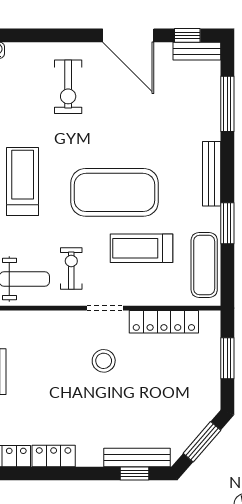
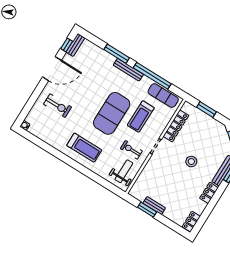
window: (227, 104) -> (117, 54), moved
treadmill: (23, 182) -> (84, 148), turned 180
window: (227, 223) -> (152, 76), width x2.11
stool: (104, 361) -> (191, 162), moved
locker: (54, 456) -> (209, 193), moved

